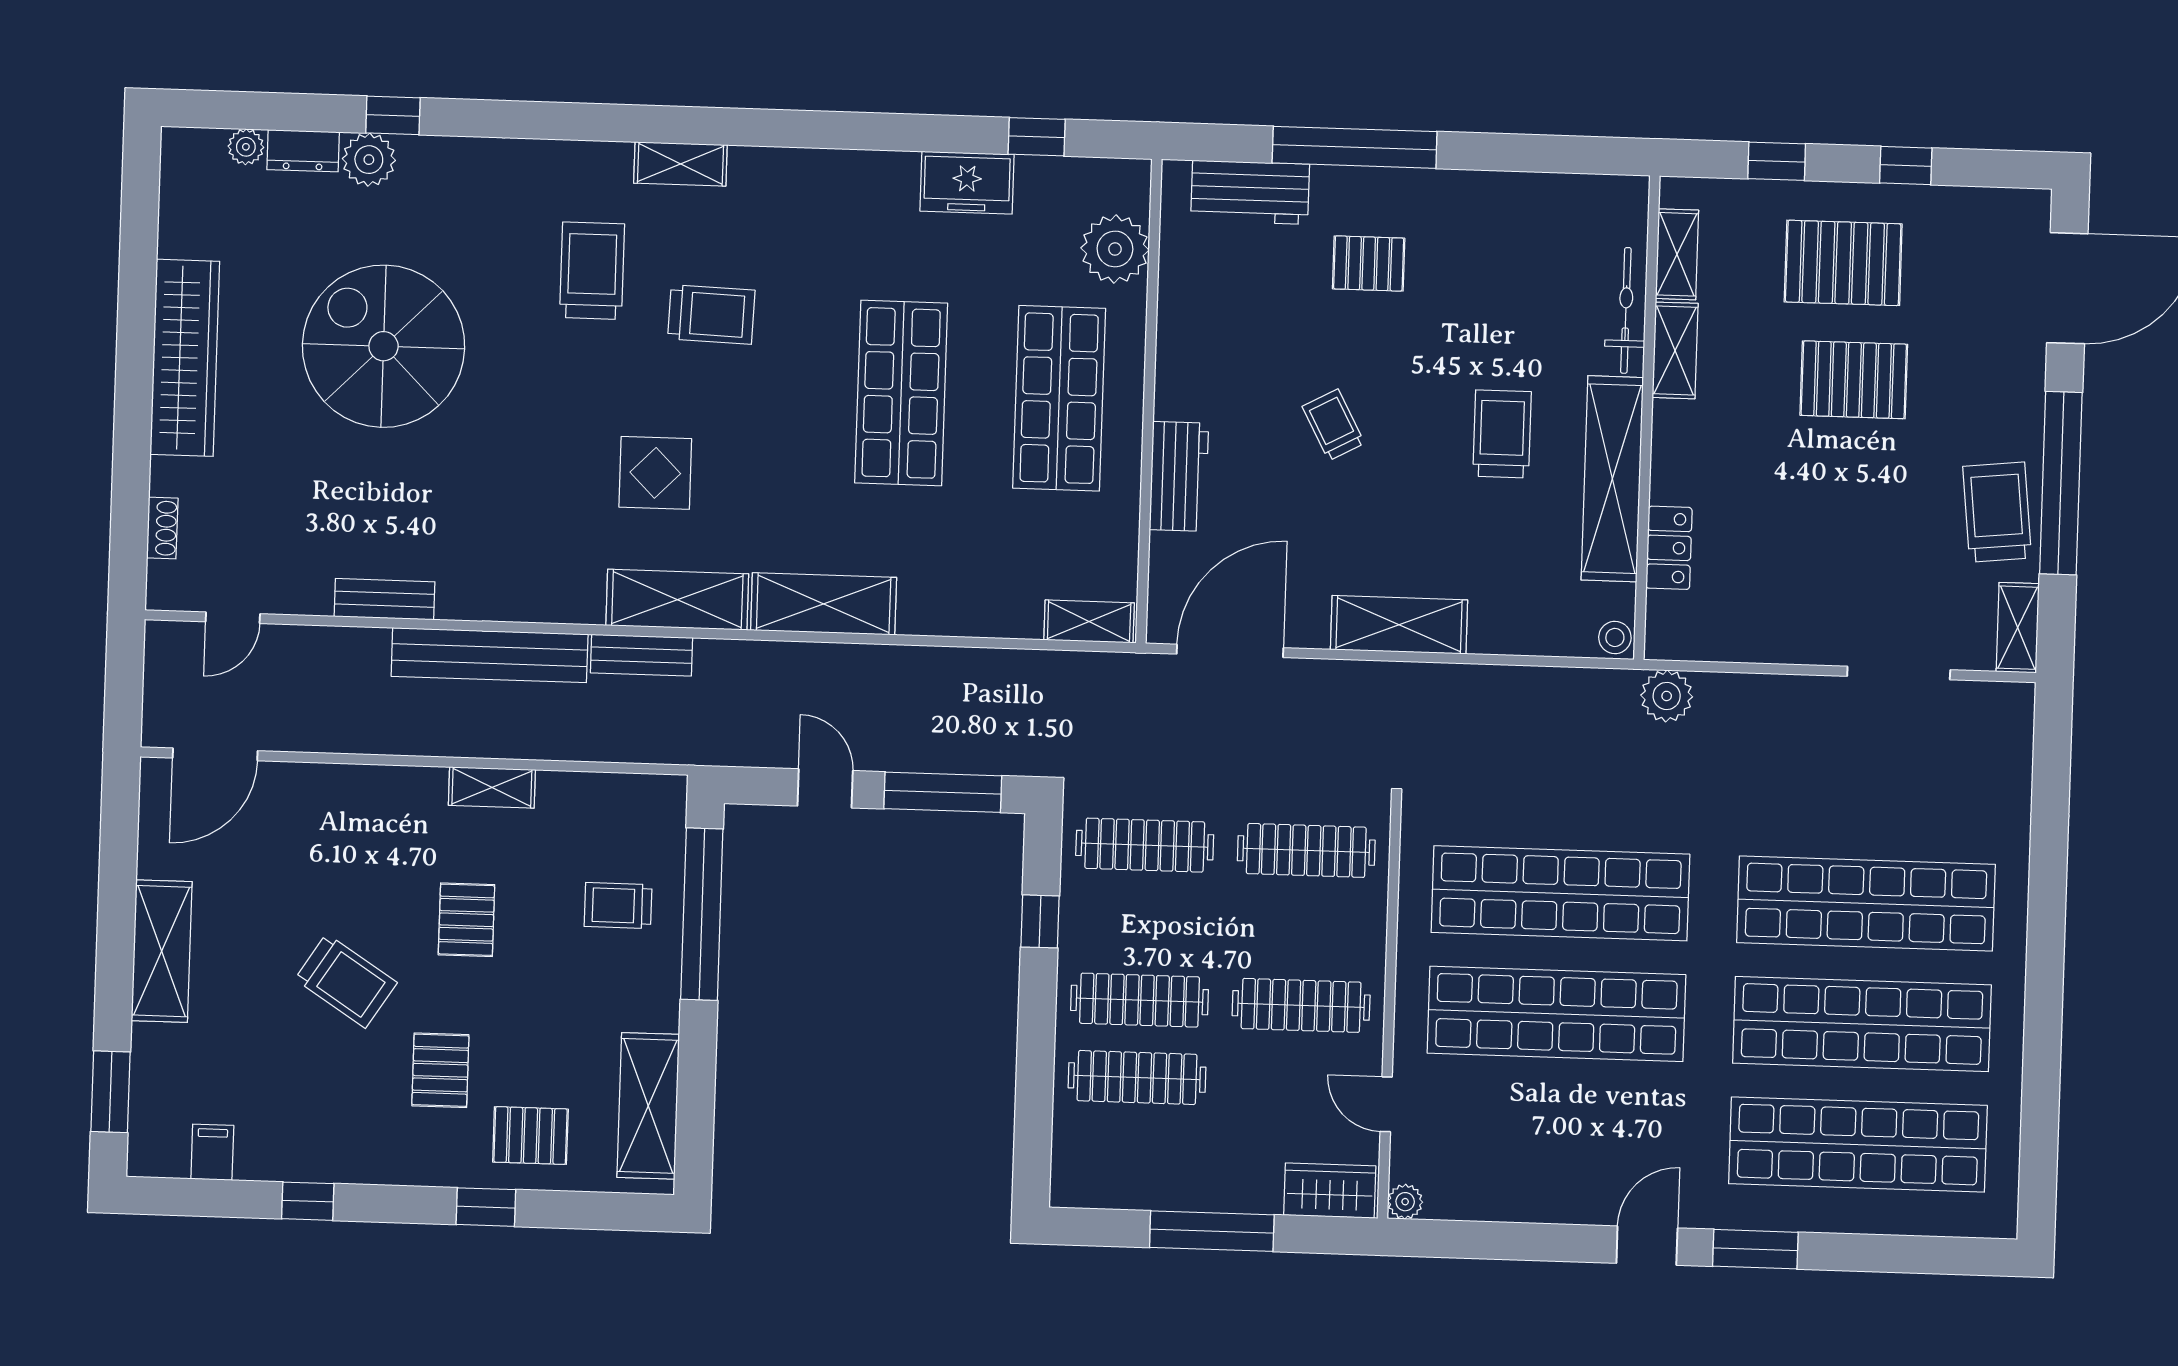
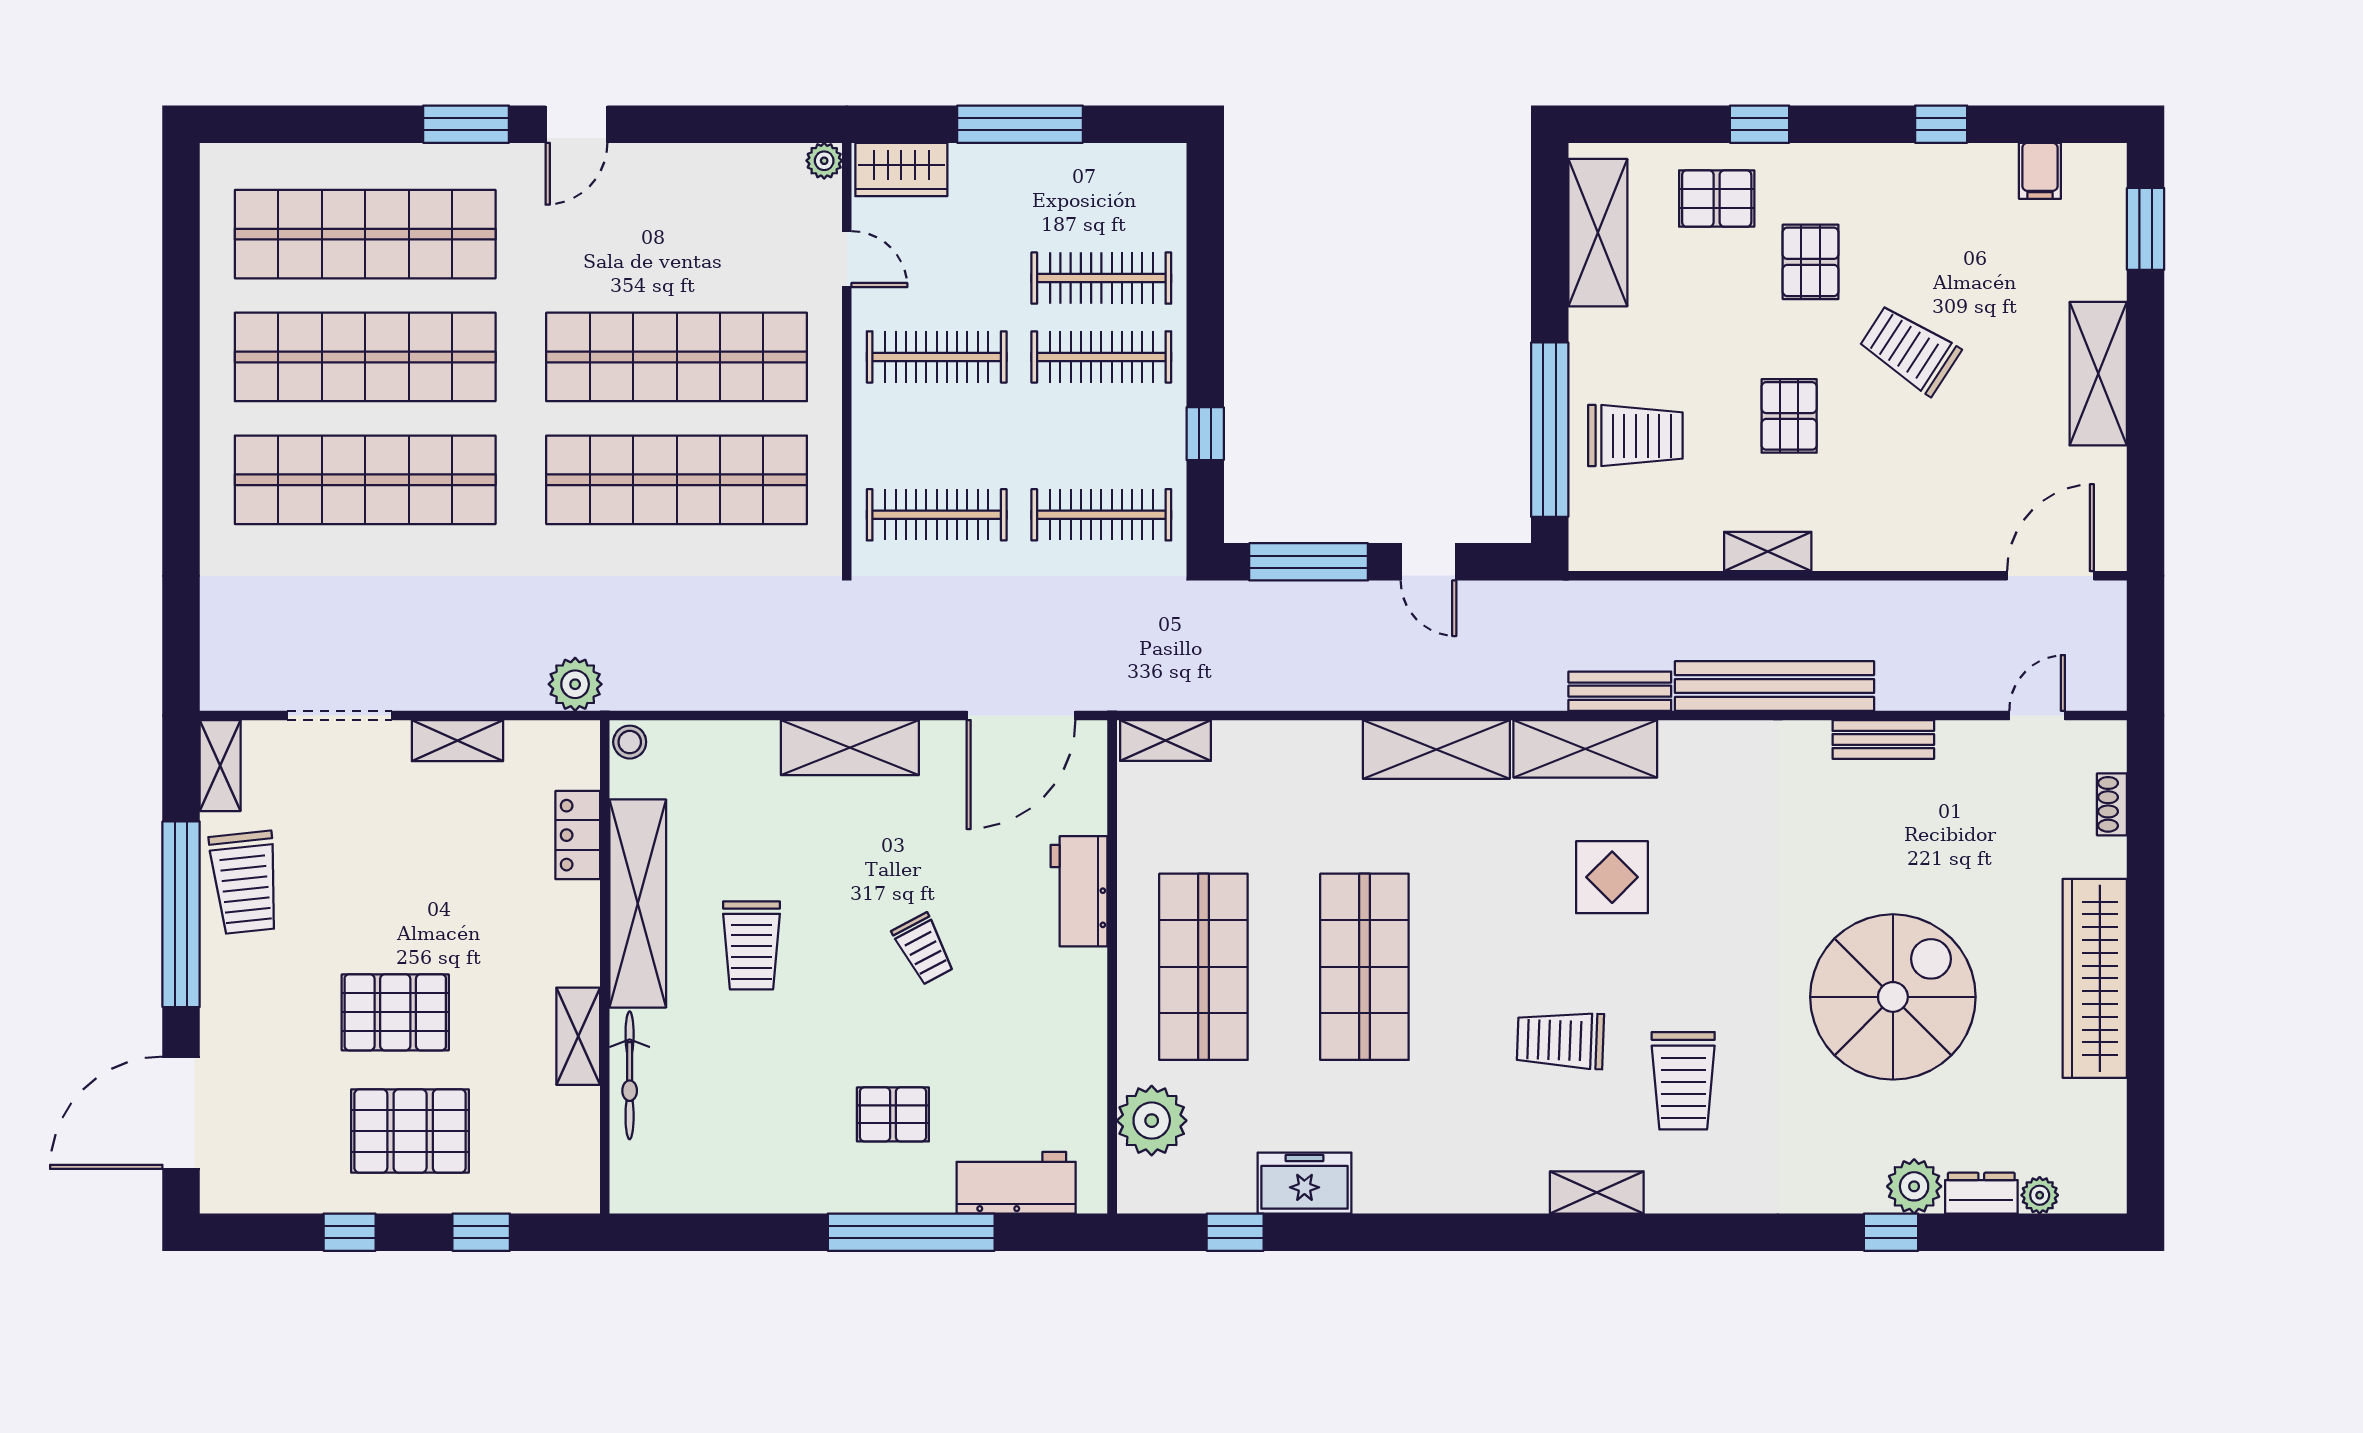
shelving: (1677, 254) -> (457, 741), moved, turned 90
spiral stairs: (384, 346) -> (1893, 997), turned -90
trolley: (618, 906) -> (1635, 436), width x1.36, depth x1.39

